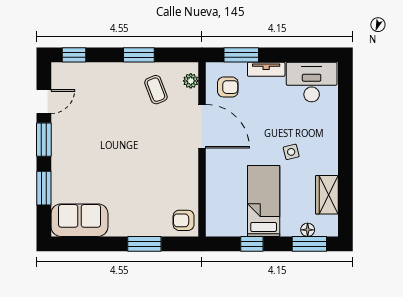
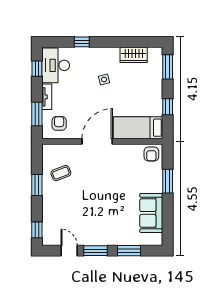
window: (307, 55) -> (37, 69), added
plant: (191, 81) -> (55, 149), removed
window: (345, 120) -> (82, 42), added
door: (202, 126) -> (97, 141), moved
bed: (264, 201) -> (138, 128), moved
sofa: (79, 220) -> (151, 213), moved
floor lamp: (308, 230) -> (158, 68), removed

